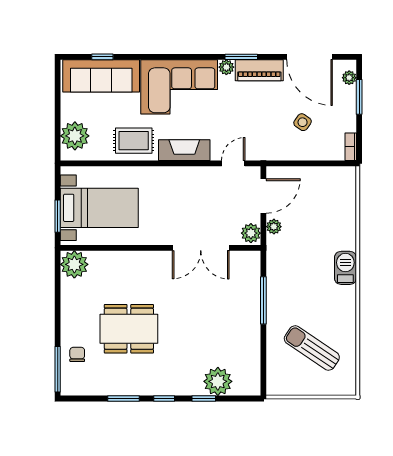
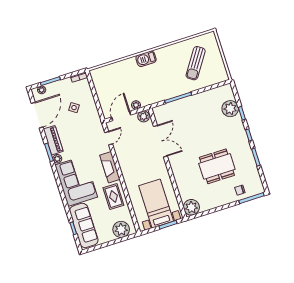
door: (233, 163) -> (109, 138), swing flipped
door: (263, 196) -> (121, 116), hinge flipped
dining table: (129, 329) -> (217, 166), turned 90

